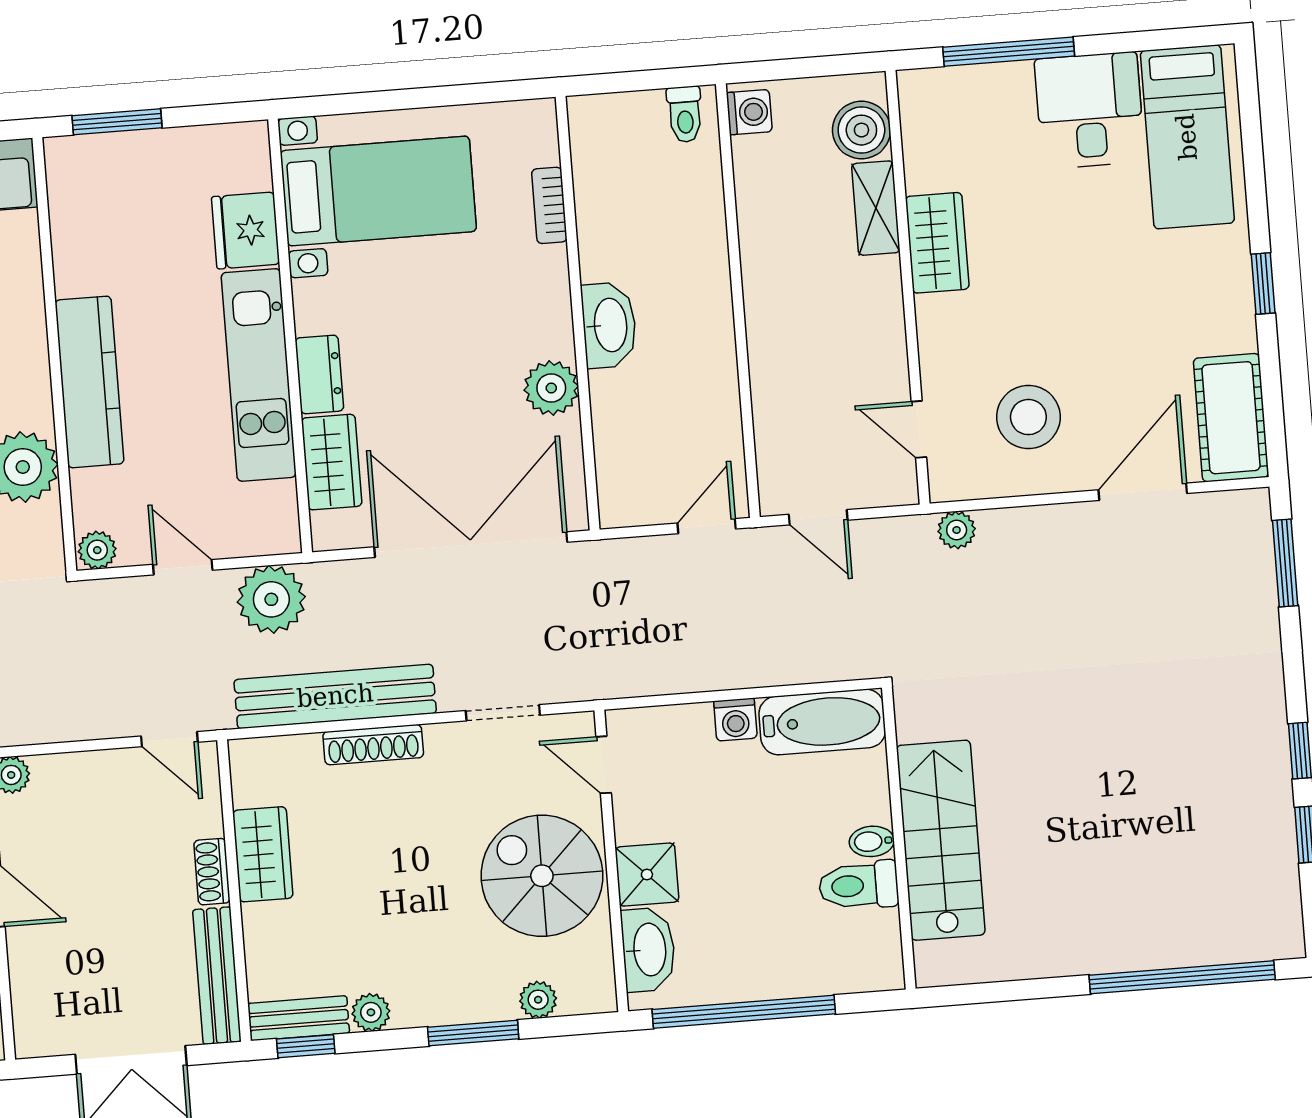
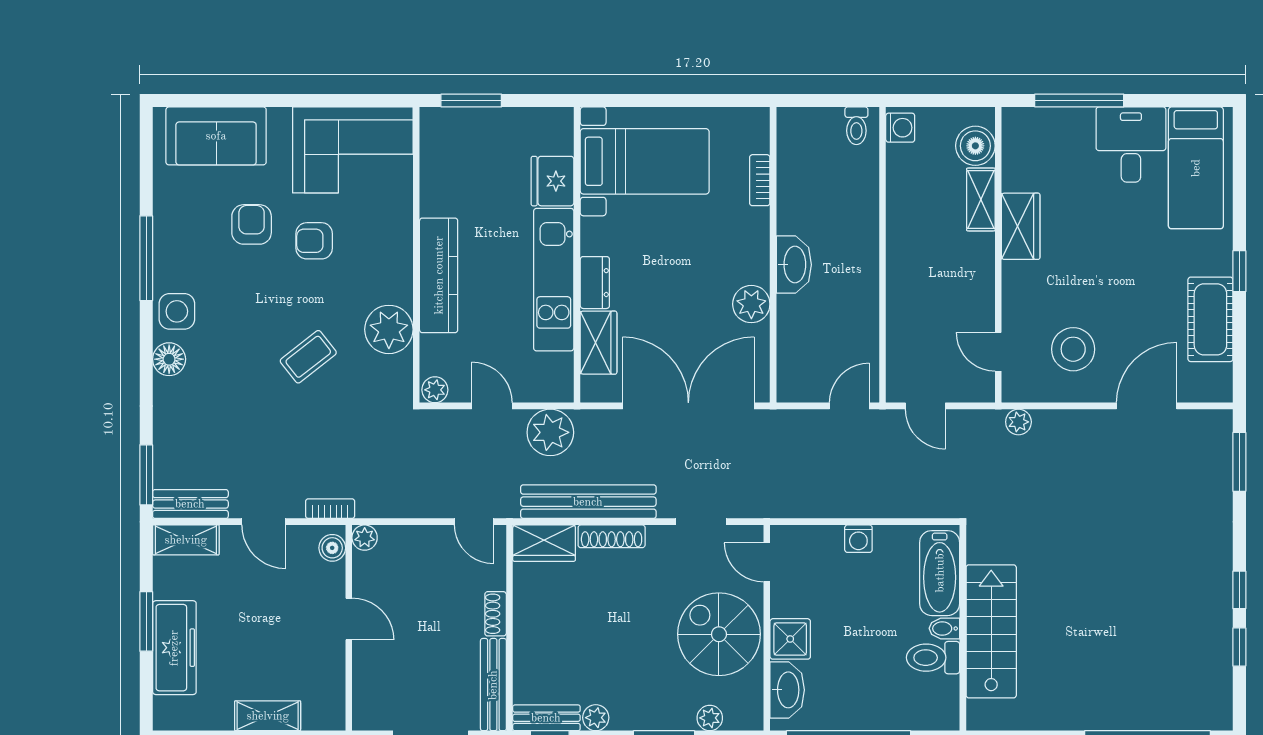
cot: (1231, 418) -> (1210, 319), moved
bathtub: (822, 722) -> (940, 573), moved, turned 90
wardrobe: (263, 854) -> (544, 543), moved, turned 90

